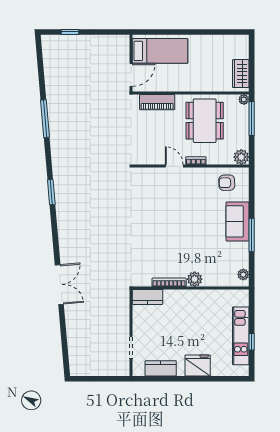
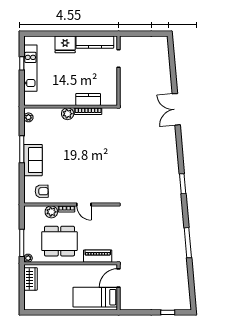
dining table: (205, 121) -> (59, 241), turned 90
plant: (241, 157) -> (51, 212), moved
kitchen counter: (148, 297) -> (88, 99), moved
kitchen counter: (161, 368) -> (95, 42), width x1.50

